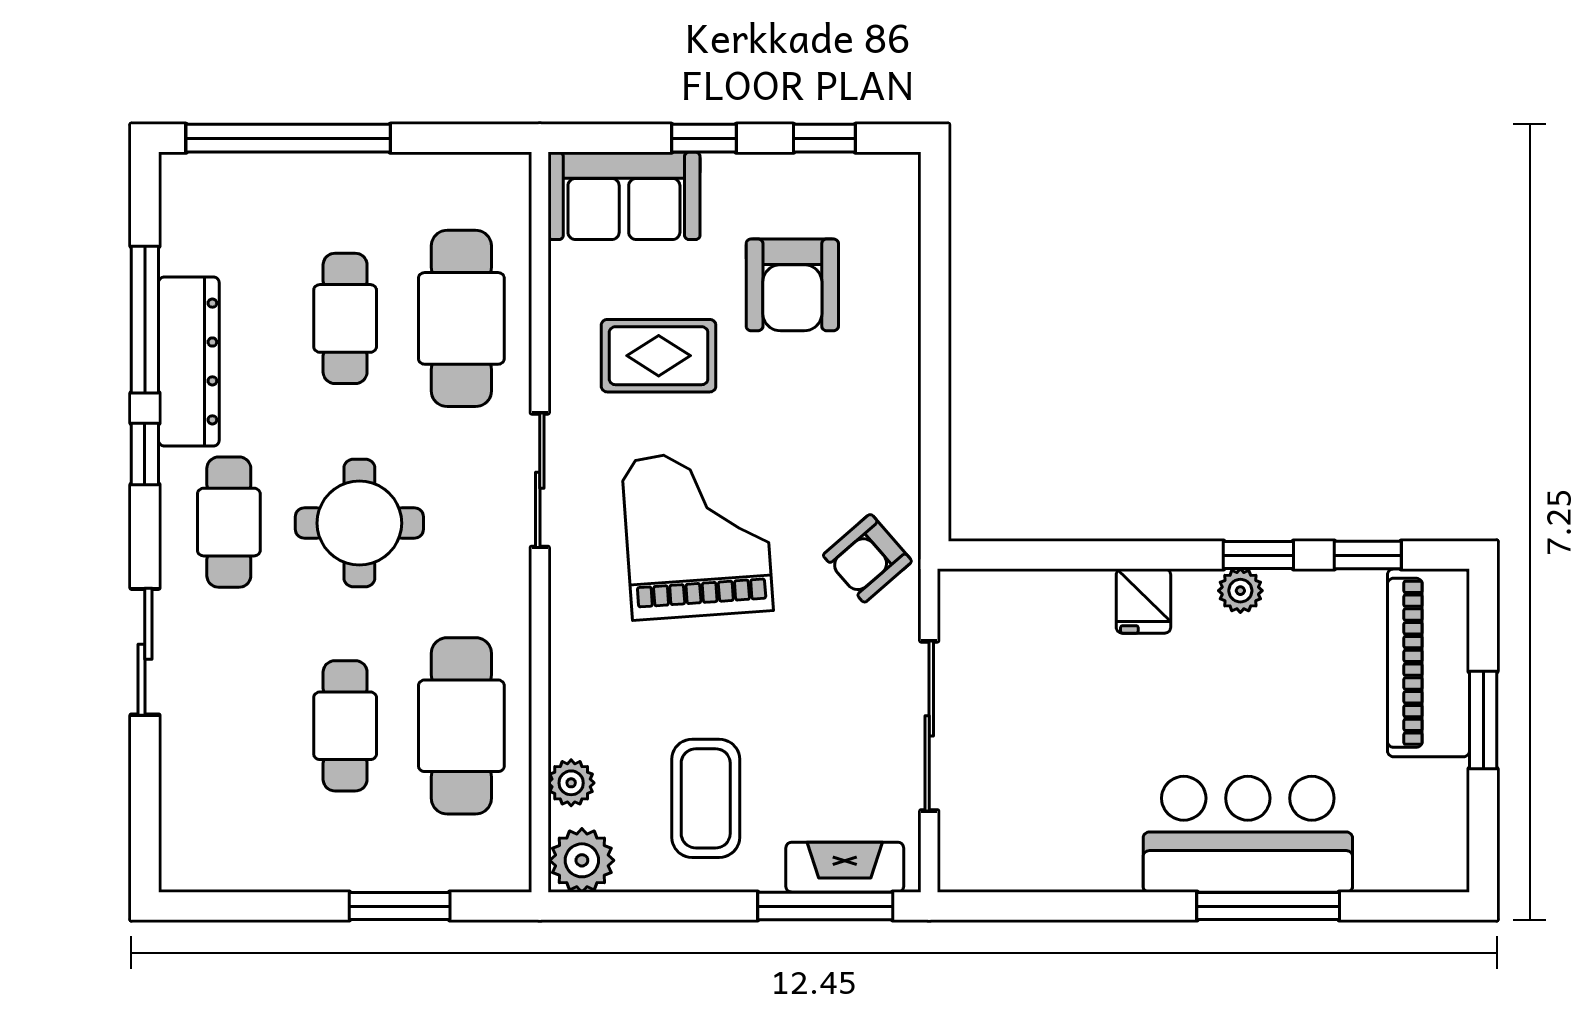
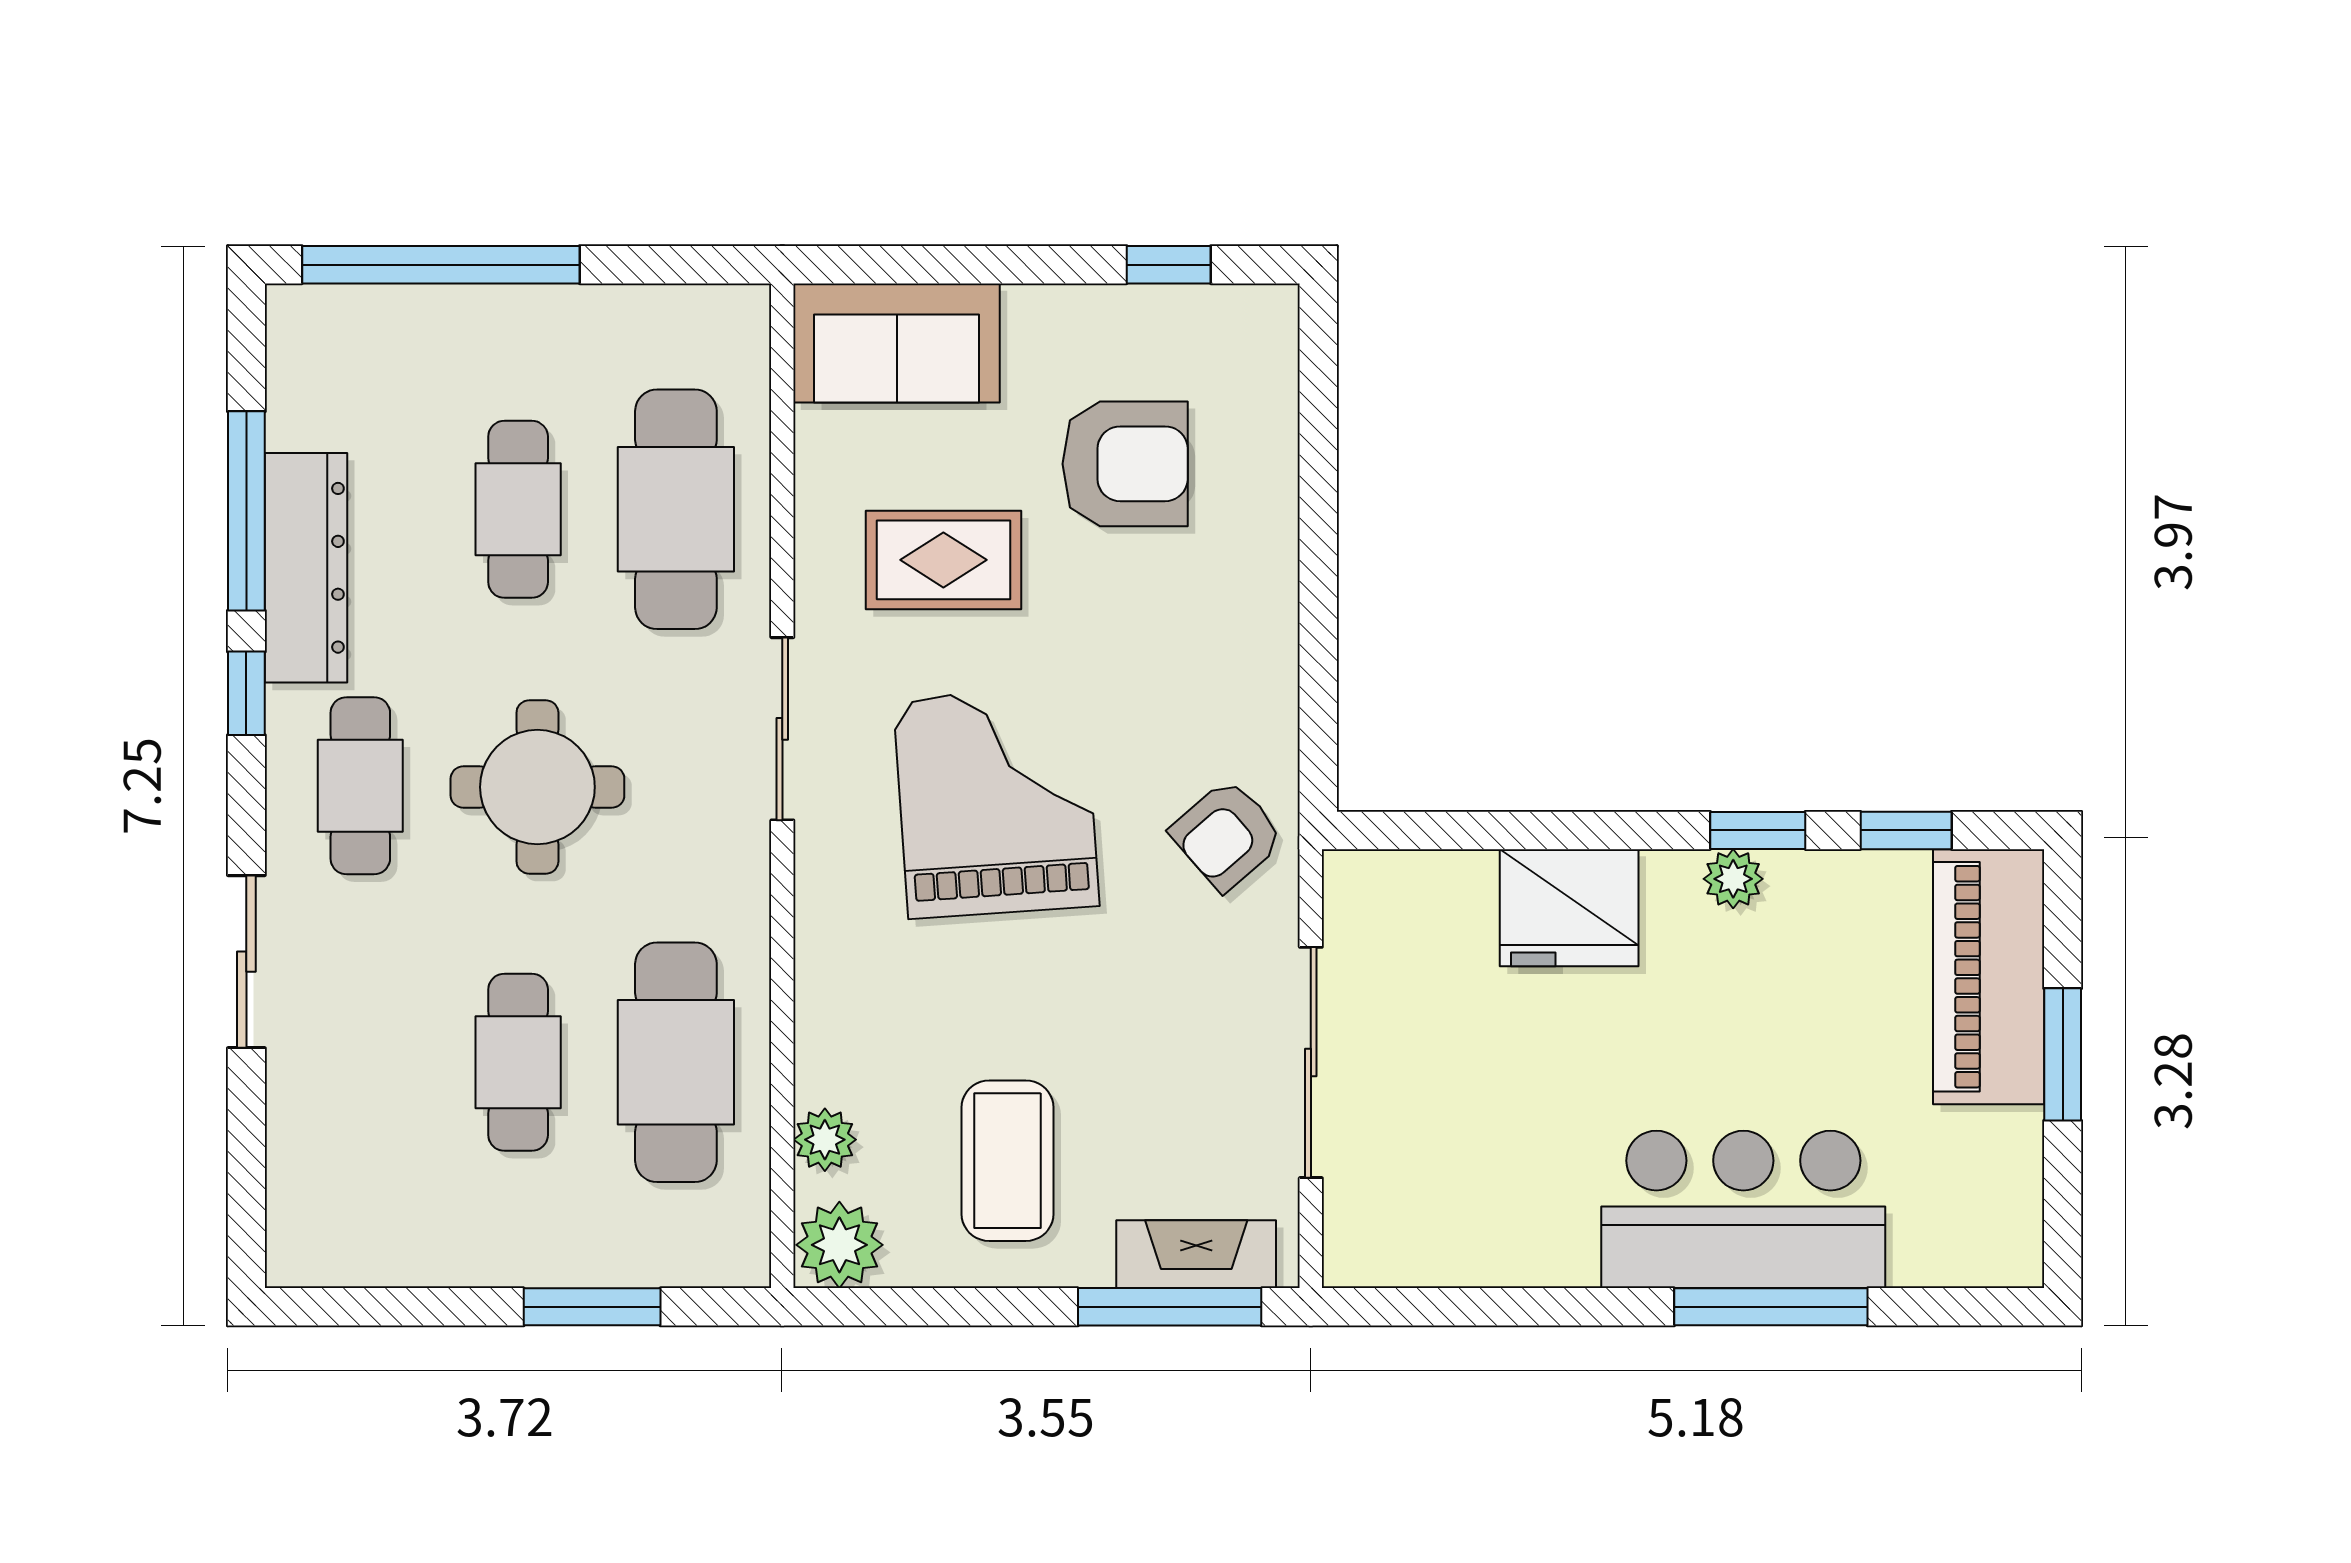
window: (704, 138) -> (1005, 265), removed
armchair: (792, 285) -> (1125, 464), turned -90
fridge: (1143, 601) -> (1569, 908), width x1.88, depth x1.34

